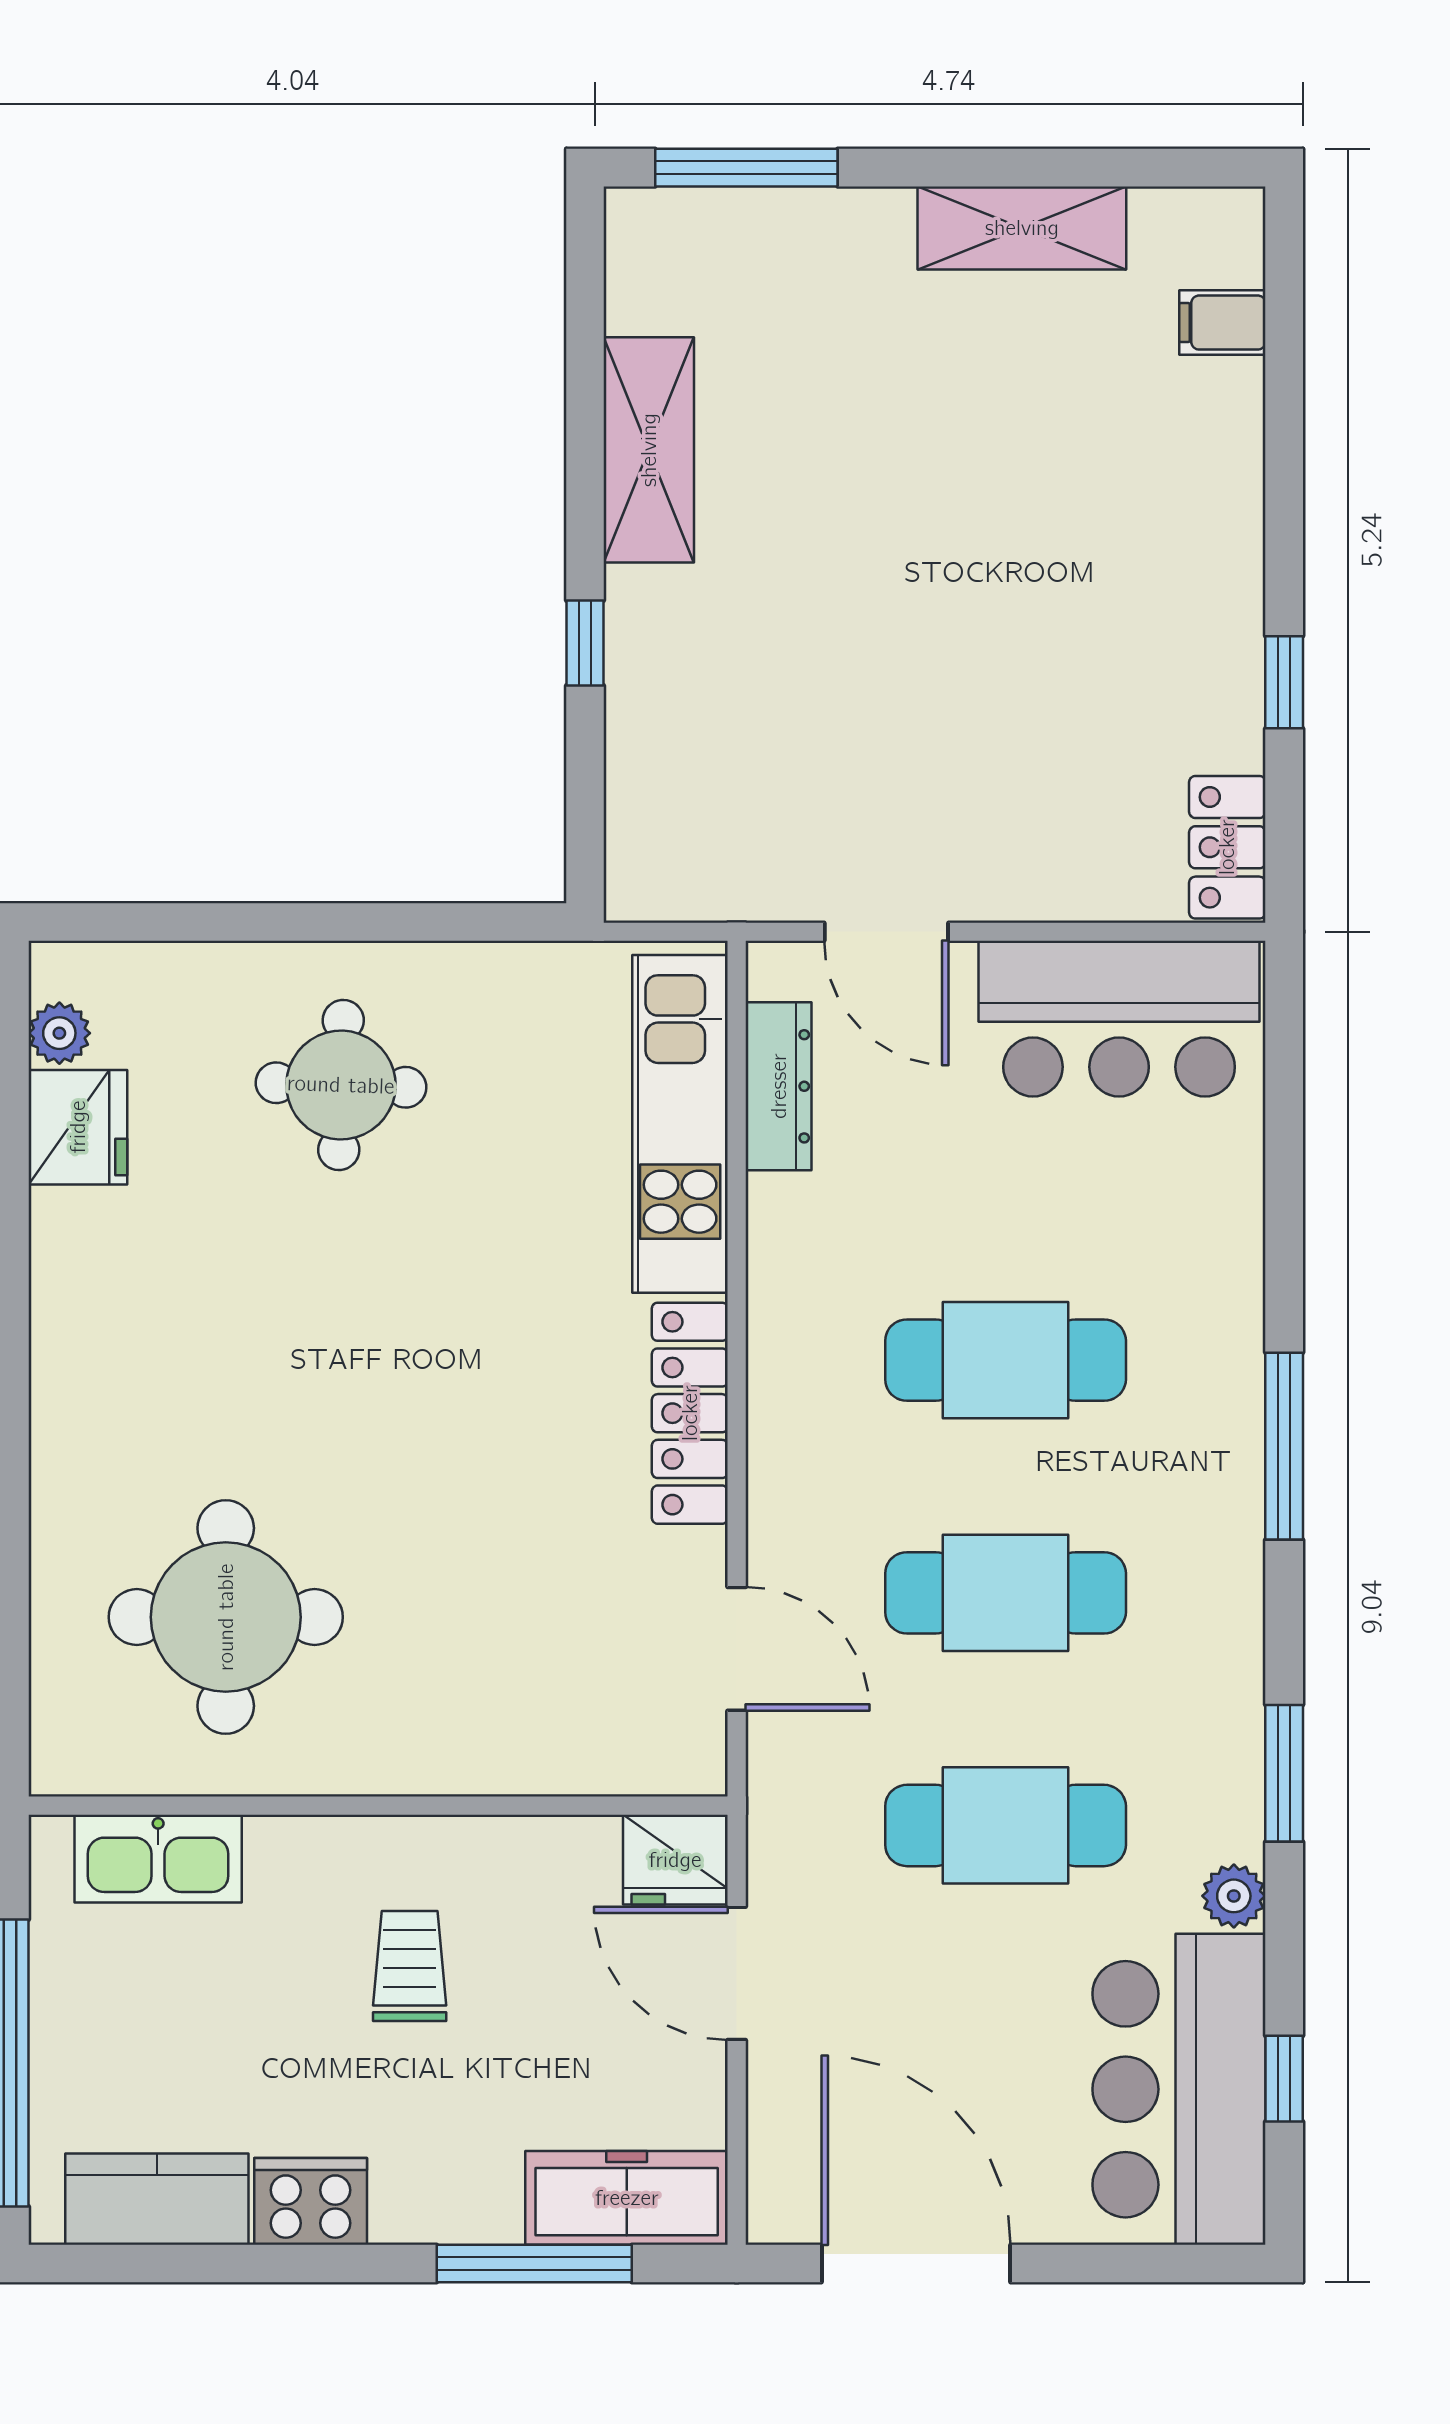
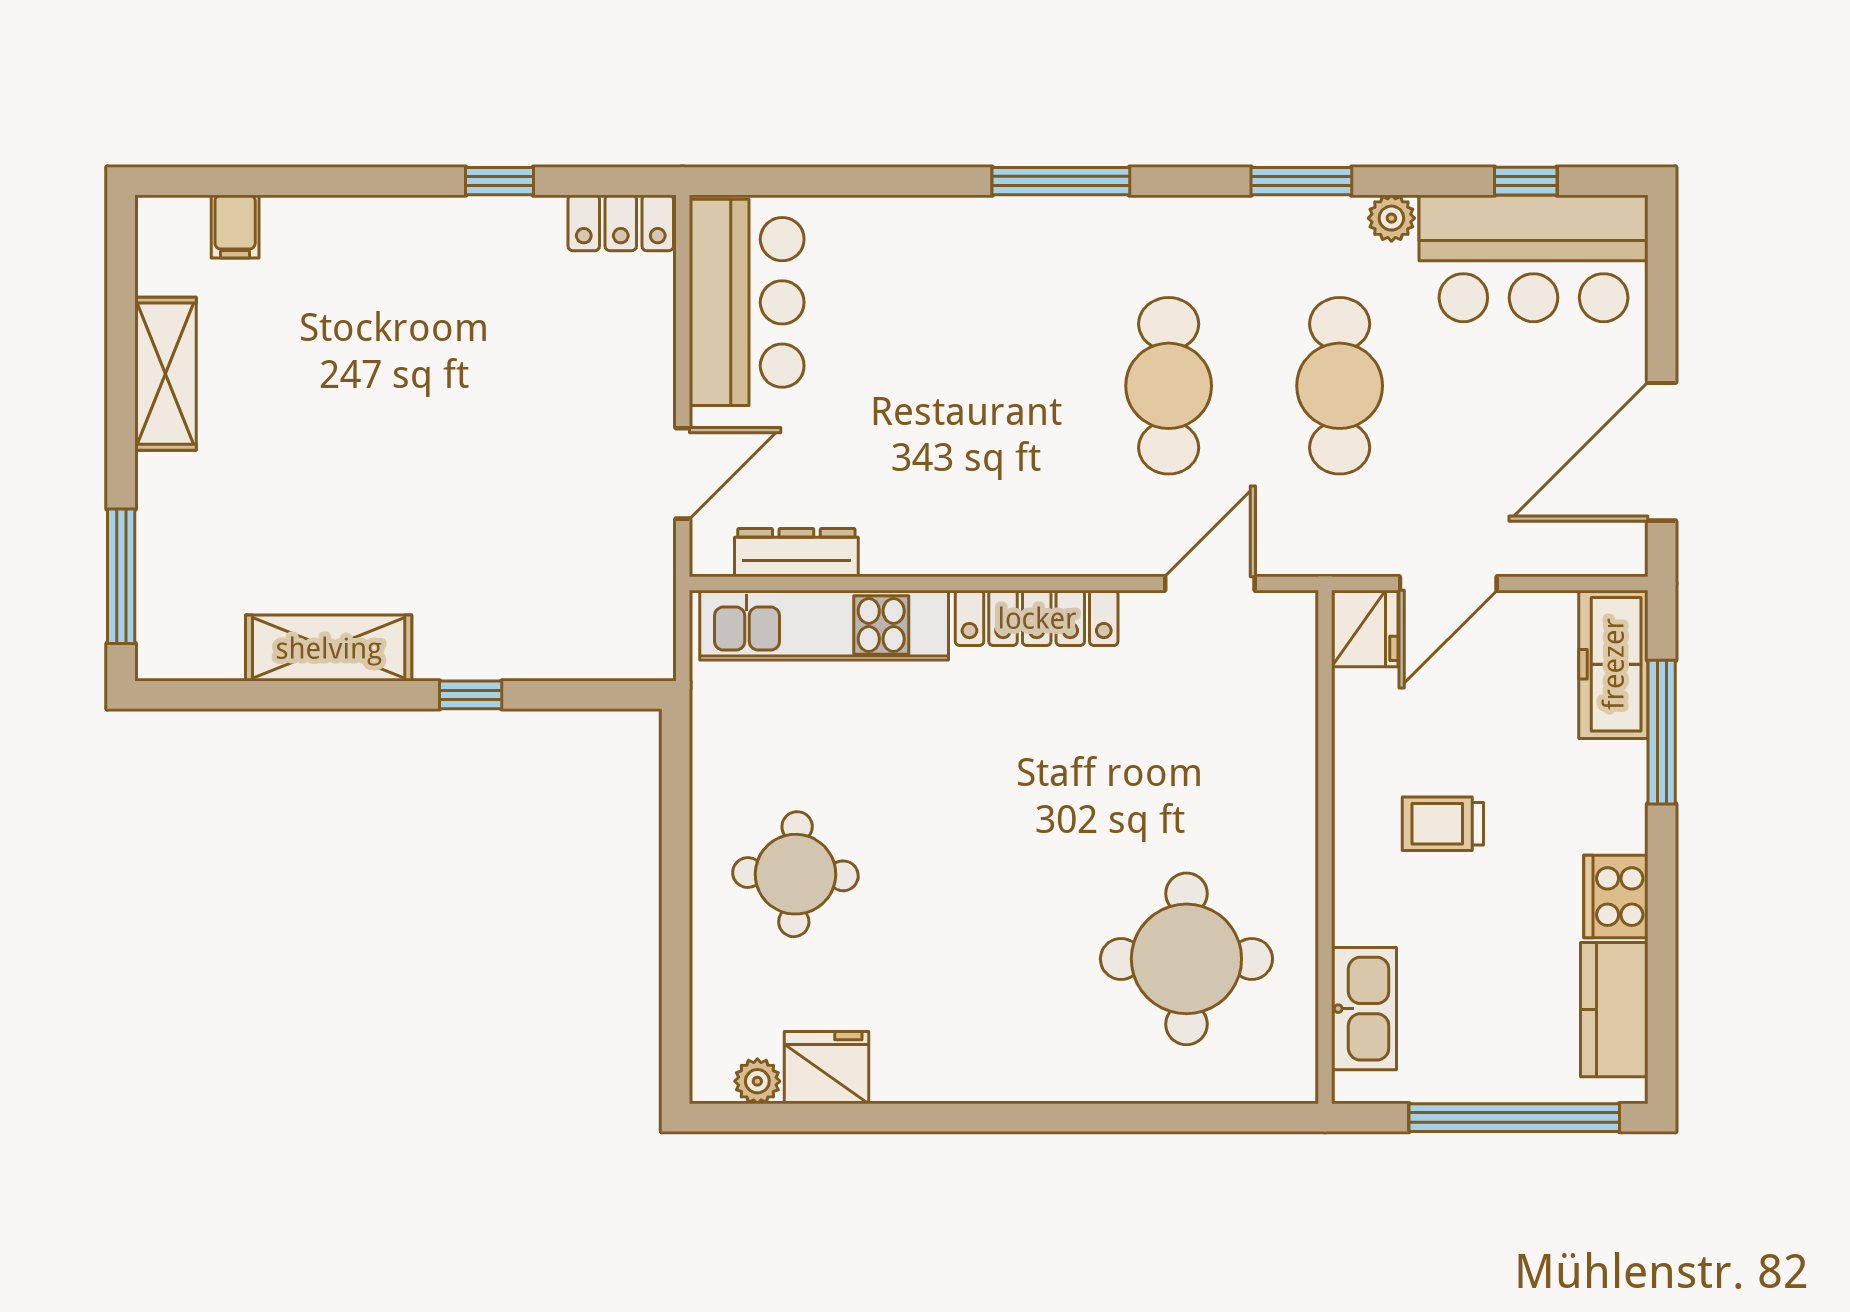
cafe table: (1006, 1360) -> (998, 386), removed

